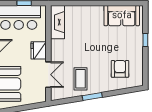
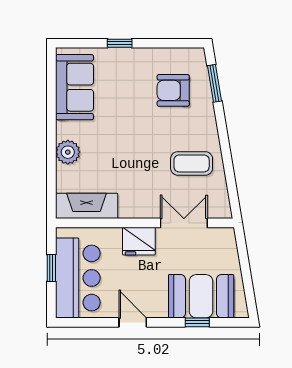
plant: (87, 12) -> (68, 152), added
window: (92, 96) -> (214, 83), moved

